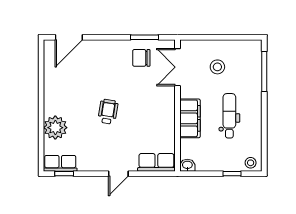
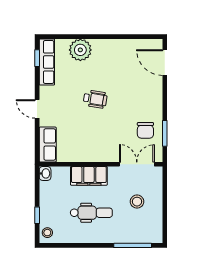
chair: (141, 58) -> (145, 130), turned 180
row of seats: (60, 163) -> (47, 62), width x1.48

